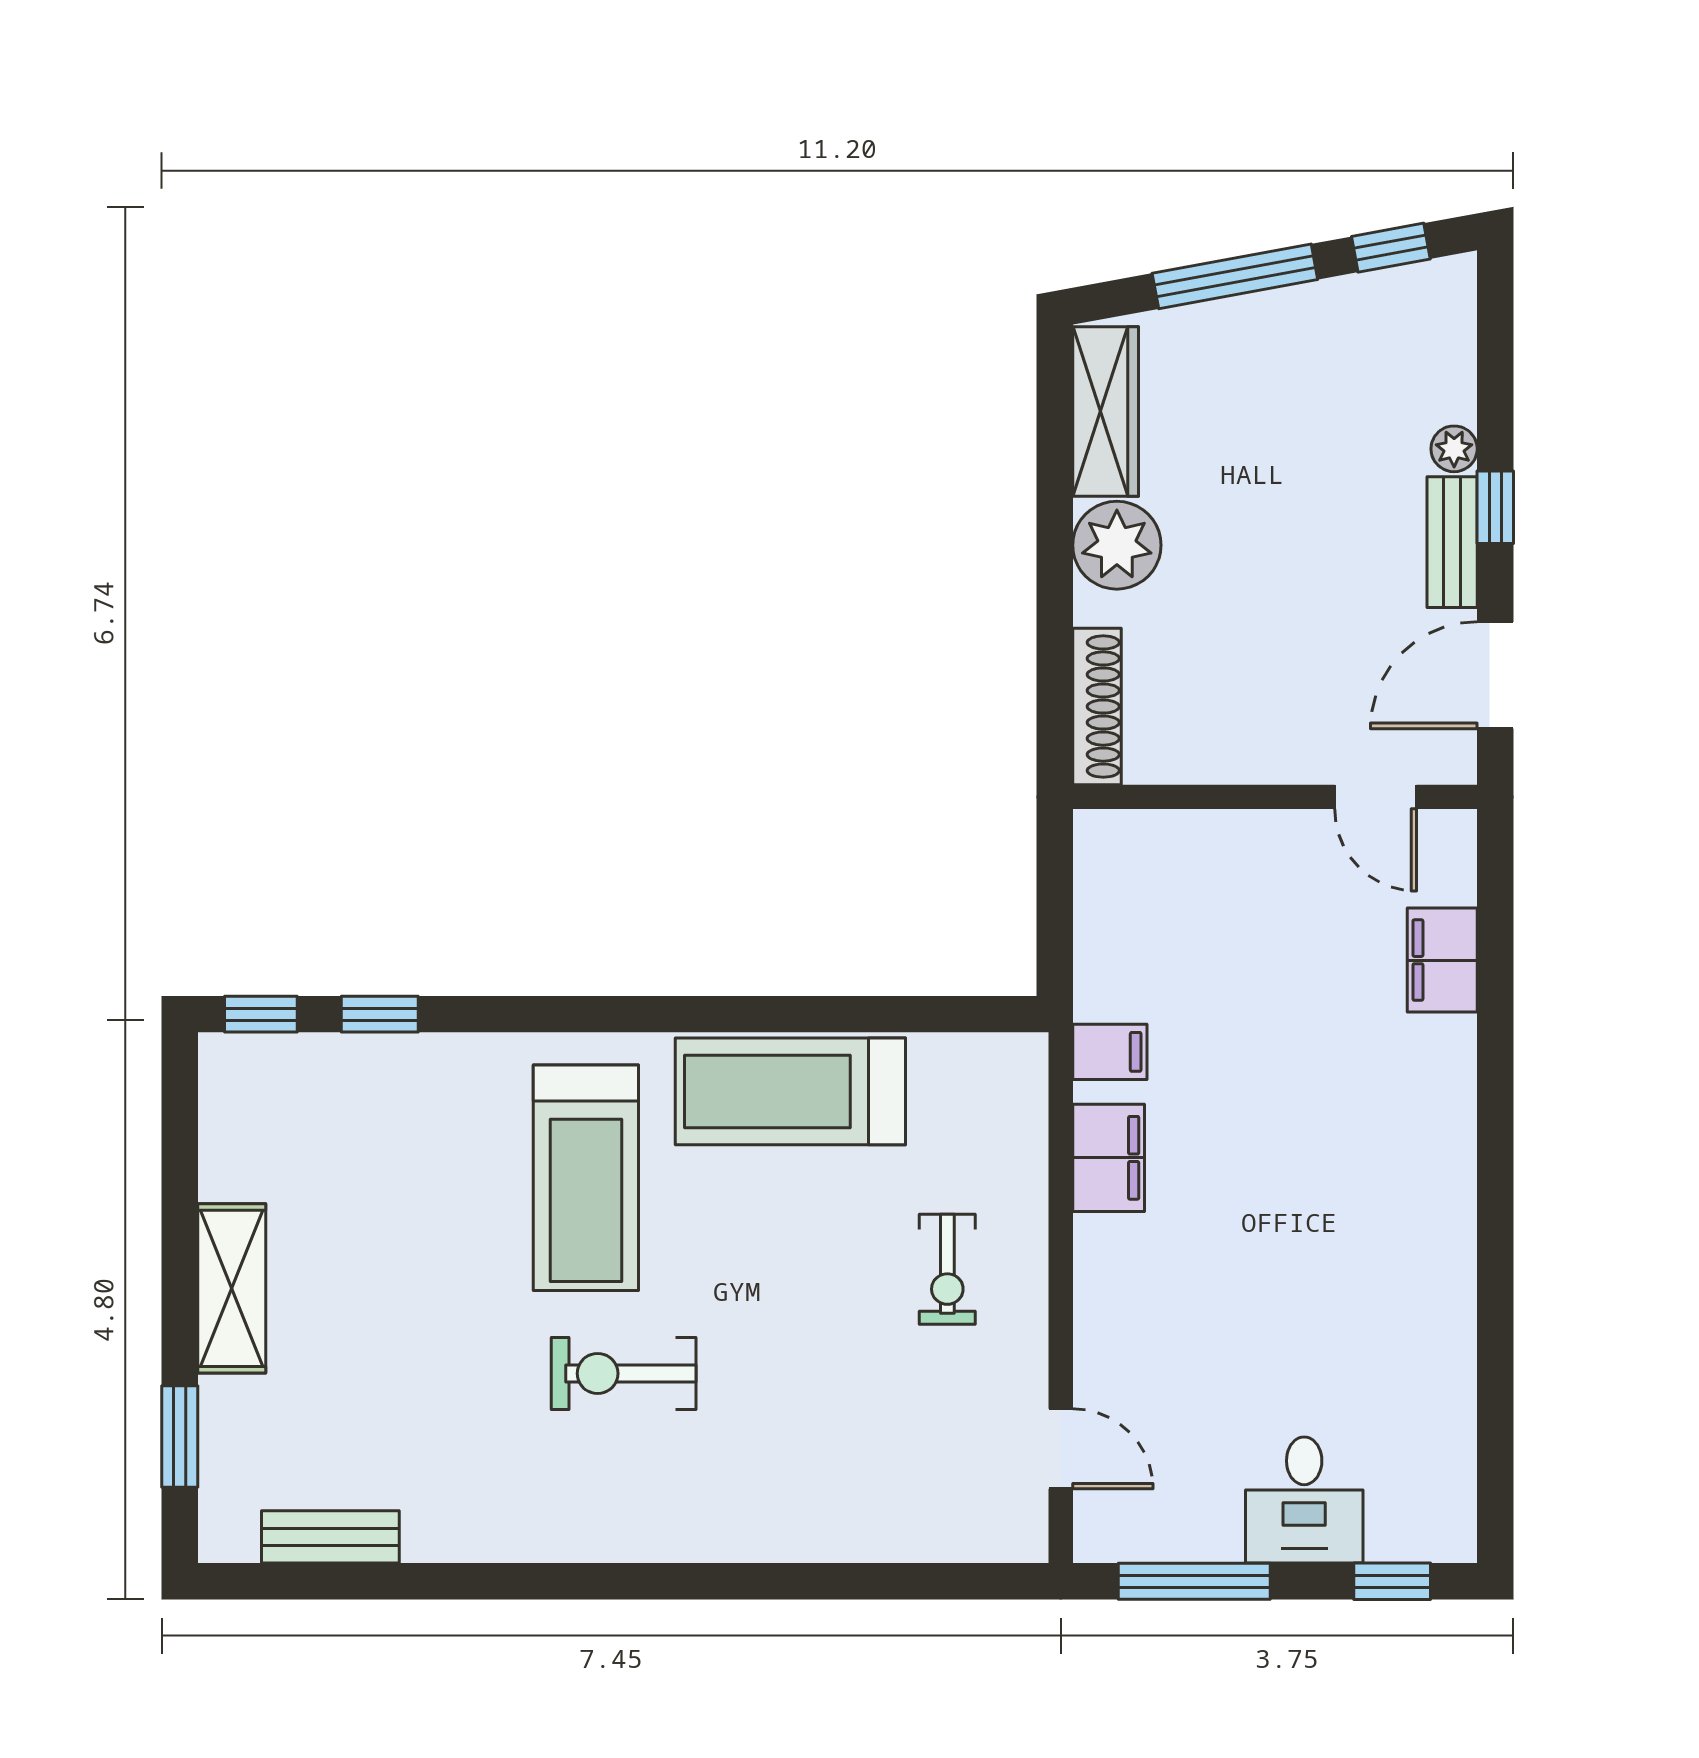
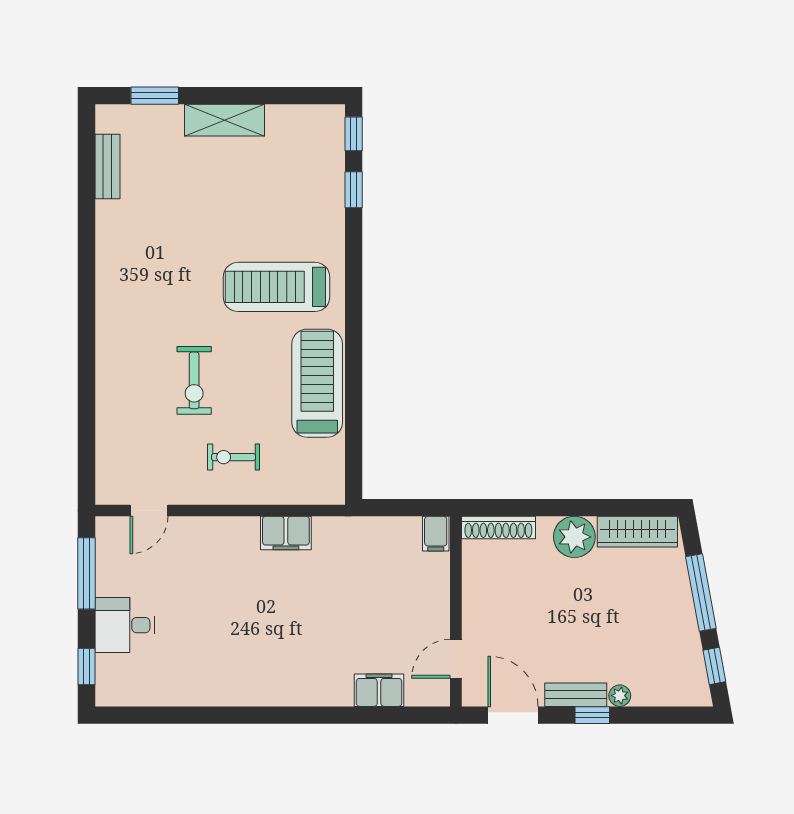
filing cabinet: (1110, 1052) -> (436, 534), moved
exercise bike: (624, 1373) -> (194, 380), moved, turned 180

